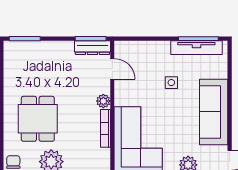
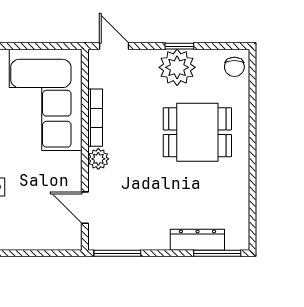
dresser: (92, 48) -> (197, 240), moved
dining table: (38, 119) -> (197, 132), turned 90

